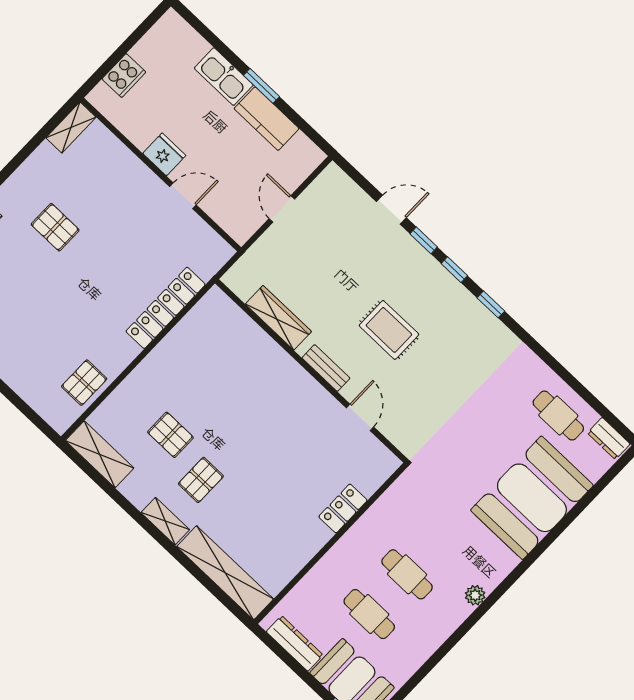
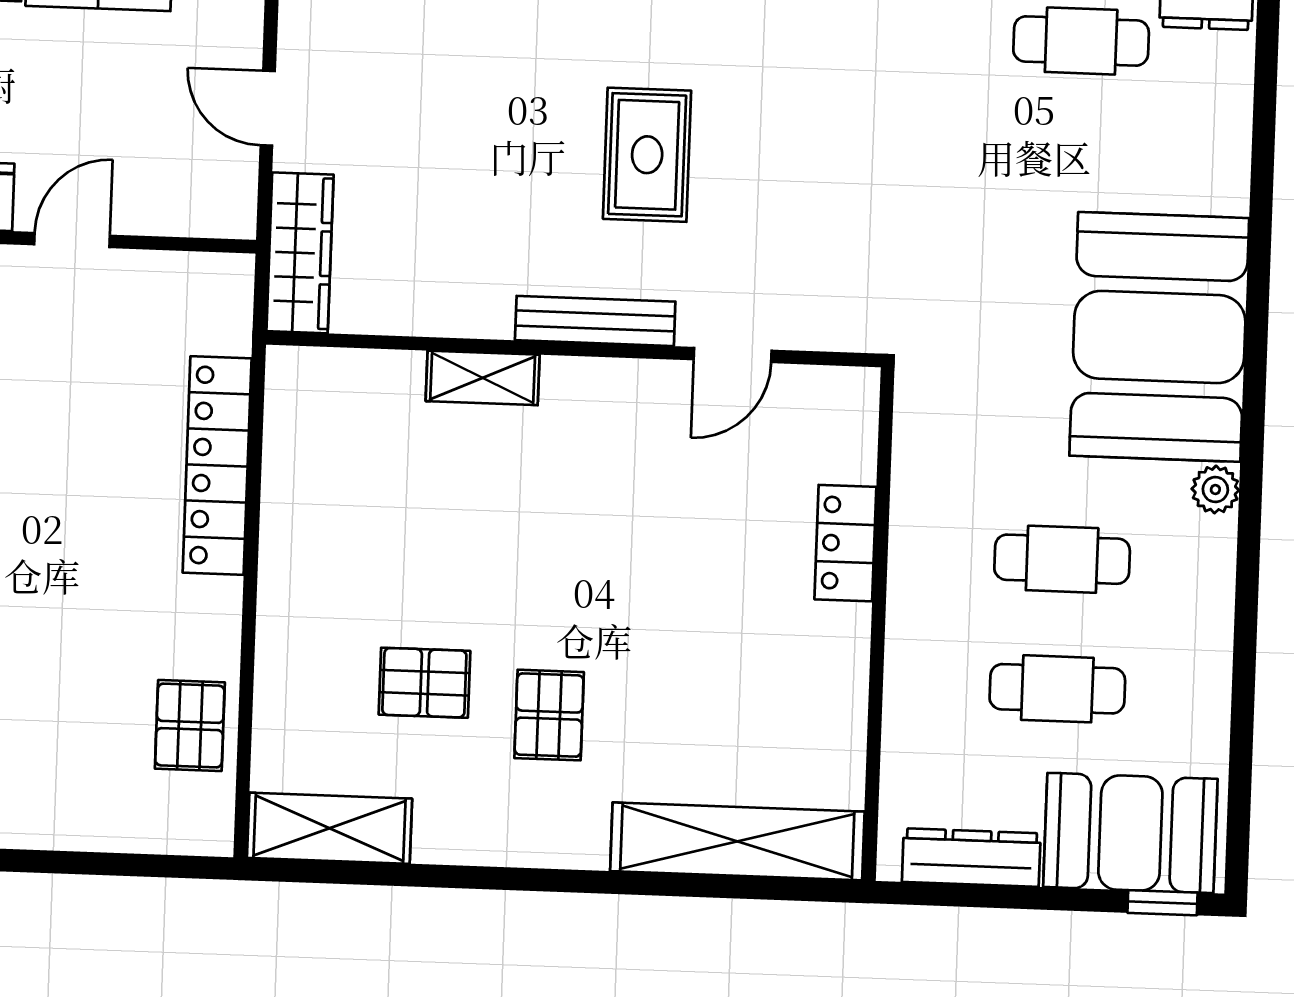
wardrobe: (278, 318) -> (300, 253), moved, turned 90
rug: (389, 330) -> (647, 155), turned 90
bench: (326, 368) -> (595, 321), width x1.36
door: (360, 417) -> (733, 355), swing flipped
booth: (532, 498) -> (1159, 337), moved
shelving: (165, 521) -> (483, 378), moved

